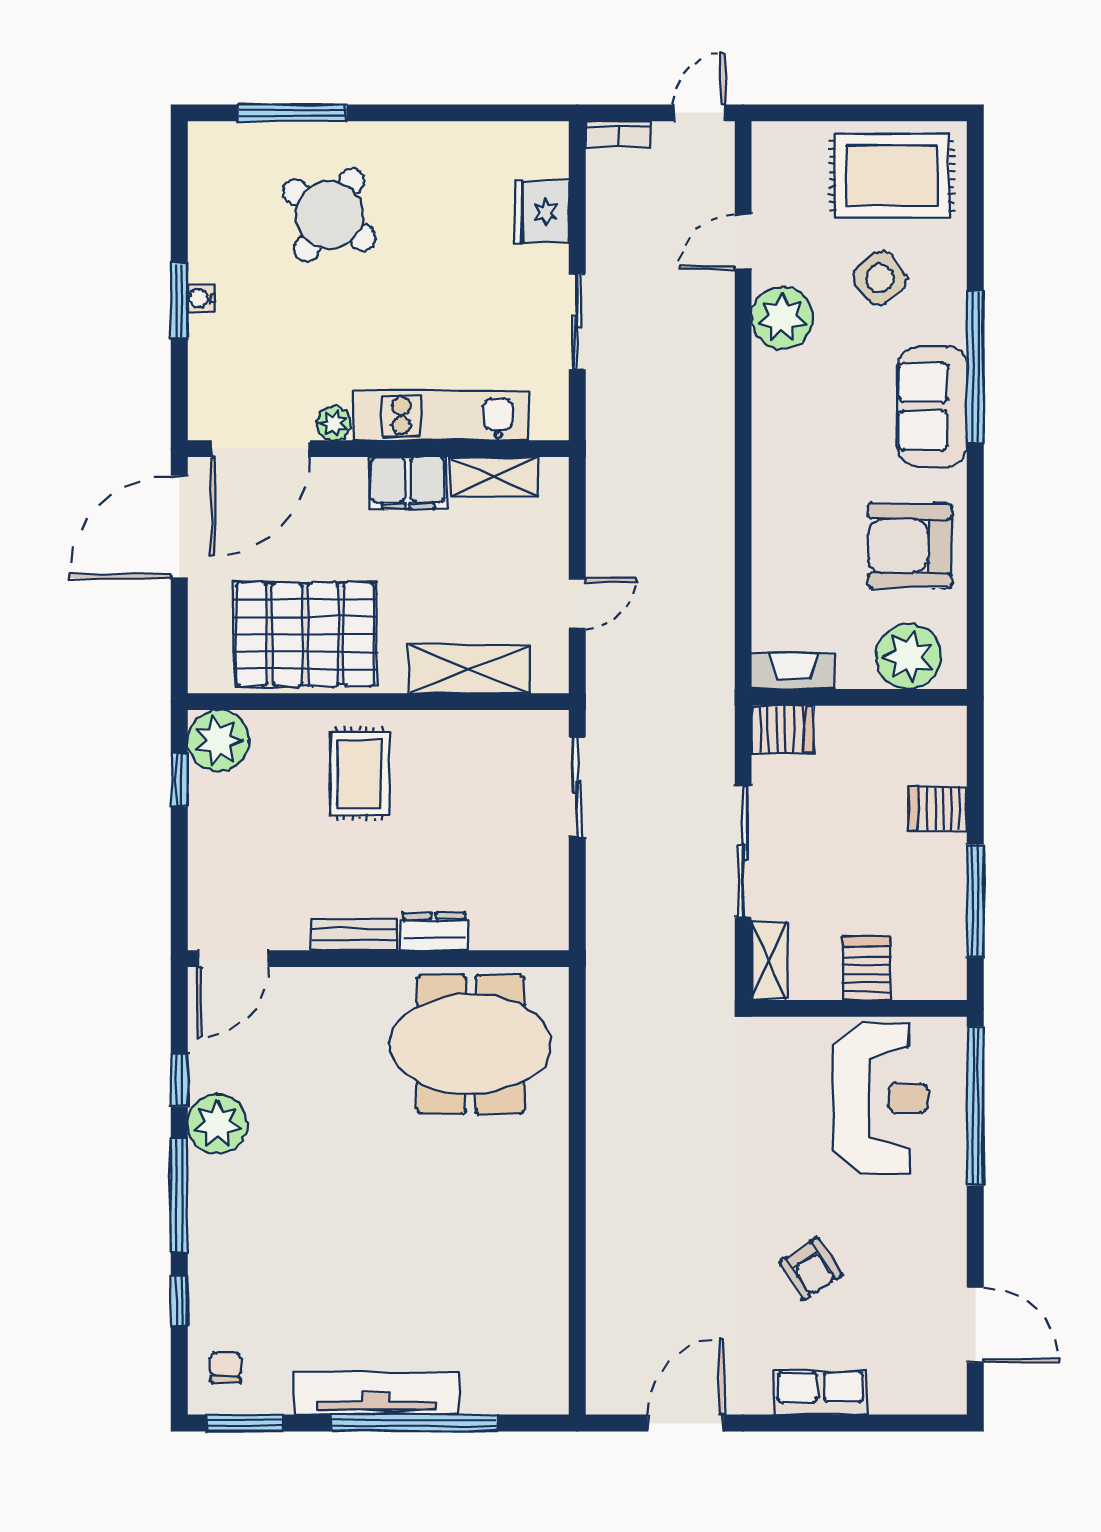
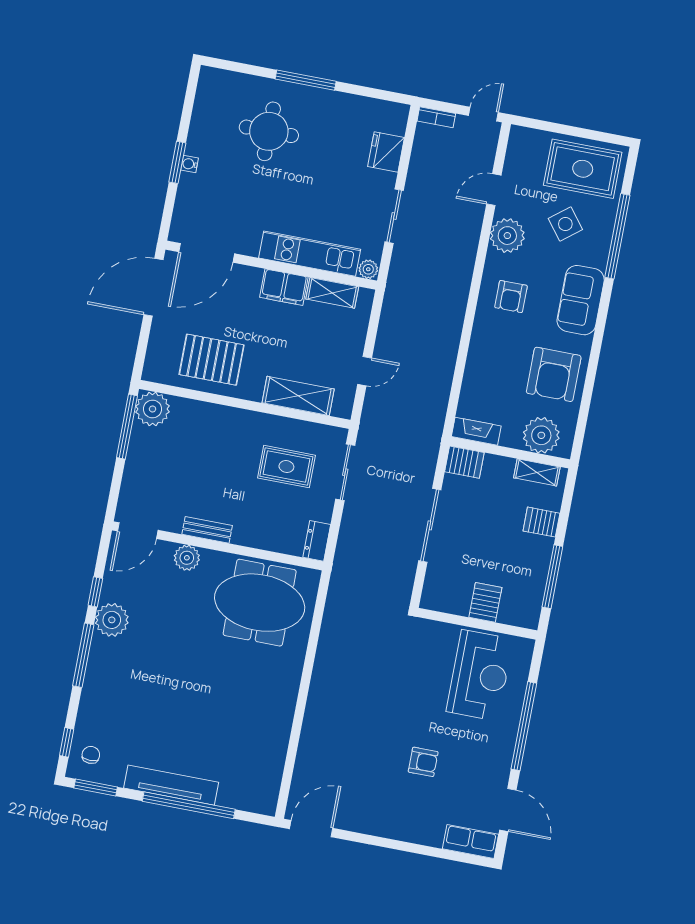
window: (292, 113) -> (306, 80), moved
round table: (329, 215) -> (269, 131), turned -34
window: (975, 367) -> (617, 236), moved
plant: (334, 423) -> (368, 269), moved
armchair: (809, 423) -> (511, 297), added
armchair: (910, 546) -> (554, 374), turned -90
pallet: (305, 634) -> (212, 360), width x0.73, depth x0.71
rug: (360, 774) -> (286, 467), moved, turned 90
window: (179, 780) -> (127, 427), width x2.17
dresser: (434, 931) -> (317, 541), moved, turned -90
shelving: (769, 961) -> (537, 472), moved, turned 90
plant: (328, 990) -> (187, 558), added
window: (975, 1106) -> (524, 726), moved
armchair: (811, 1269) -> (423, 762), turned -57
window: (179, 1300) -> (67, 742), moved
row of seats: (820, 1392) -> (470, 841), moved
door: (686, 1423) -> (311, 829), moved

